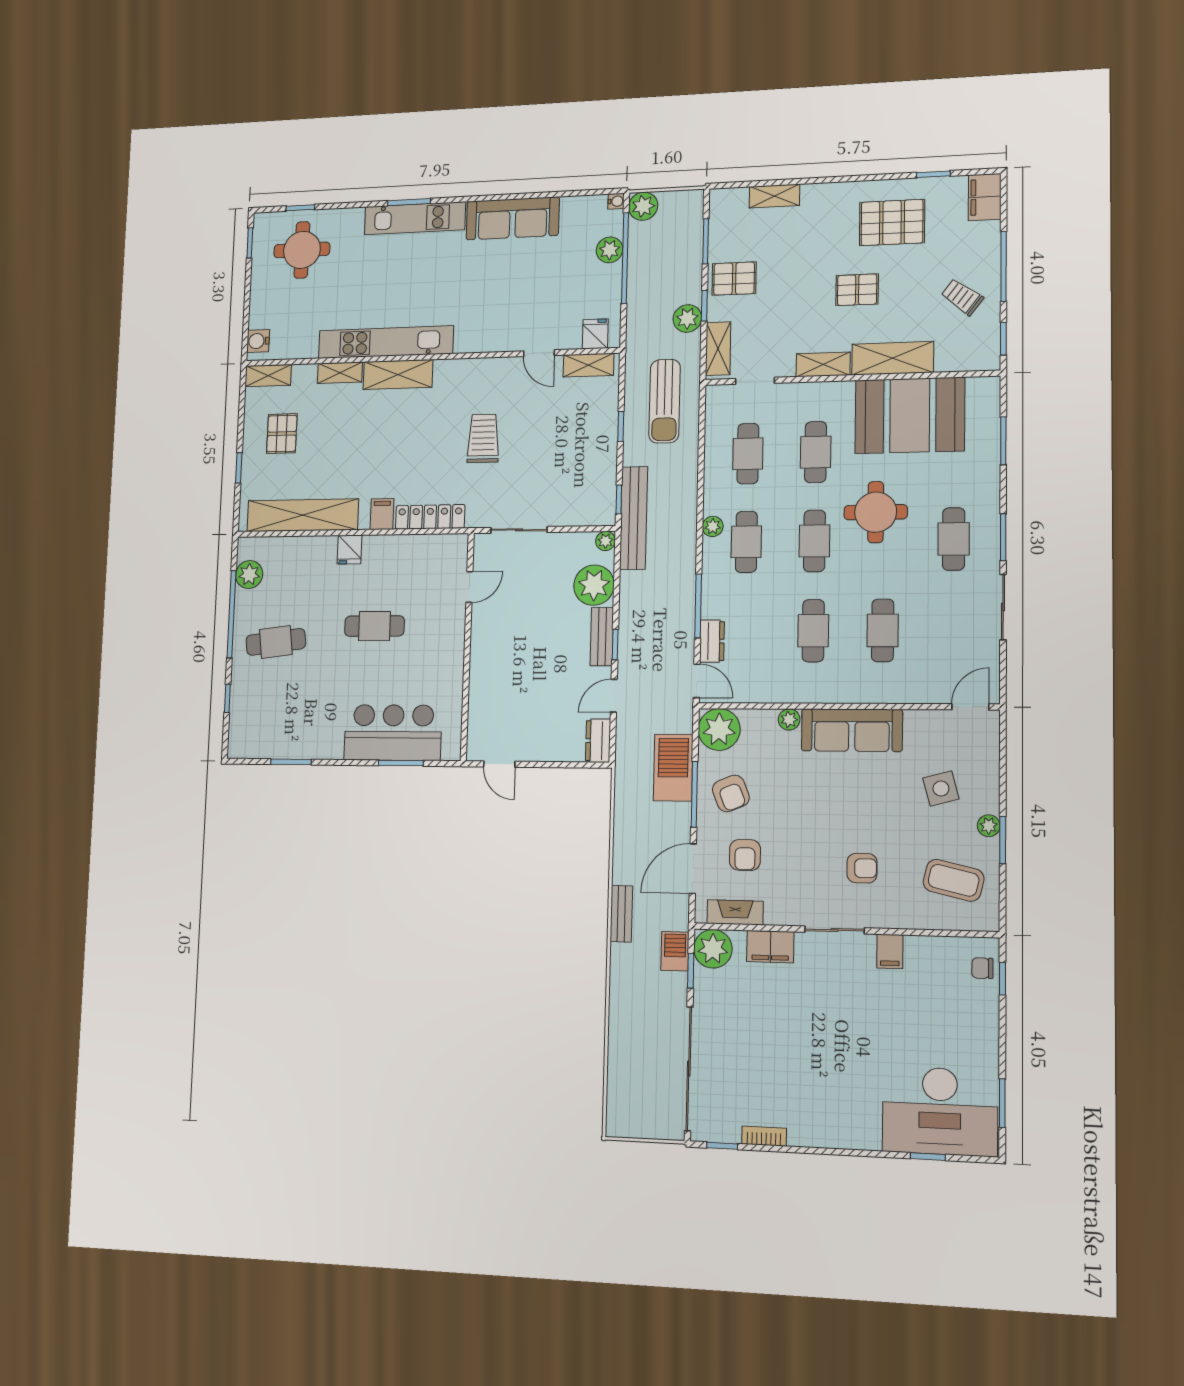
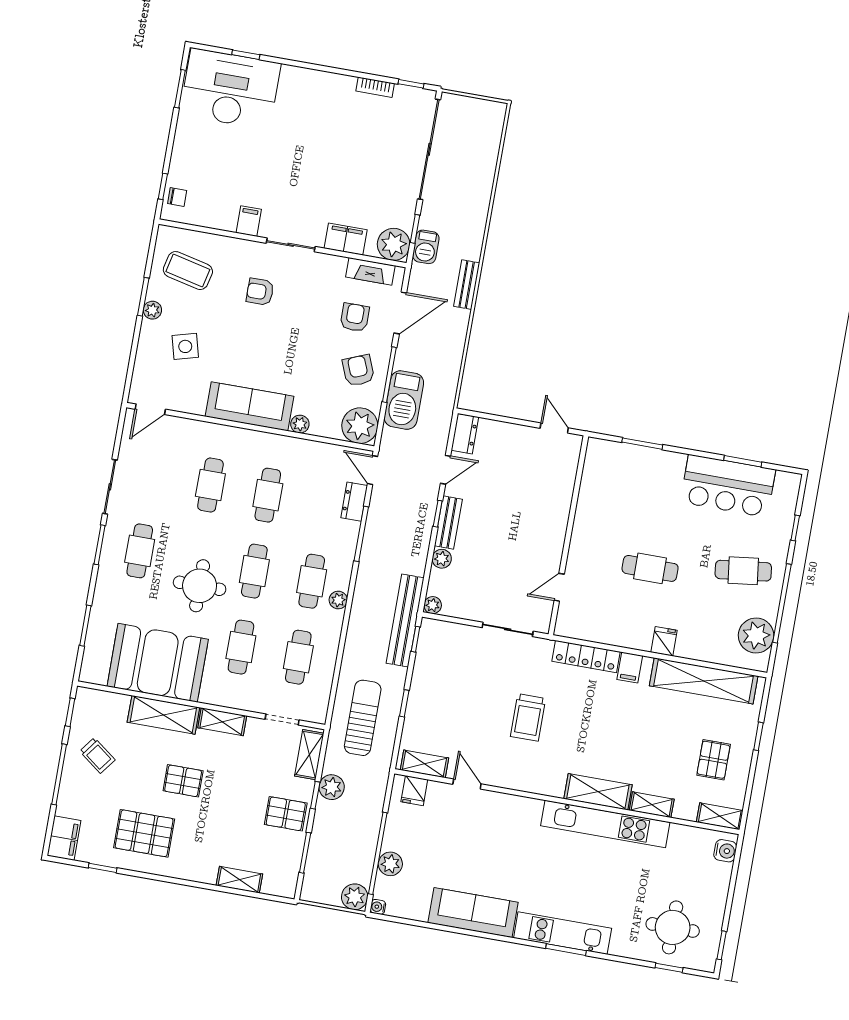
plant: (249, 575) -> (756, 636), width x1.36, depth x1.36
plant: (594, 585) -> (442, 559), width x0.53, depth x0.53
bar counter: (393, 733) -> (728, 486), moved

